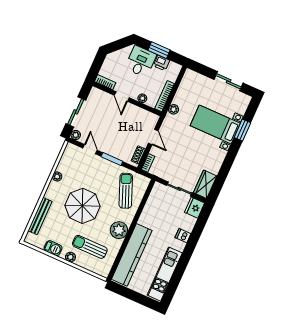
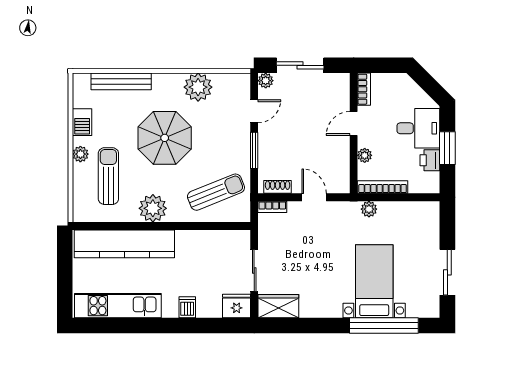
window: (242, 130) -> (384, 325), width x2.11
door: (153, 137) -> (314, 197), swing flipped
plant: (57, 176) -> (198, 87), width x1.87, depth x1.87

